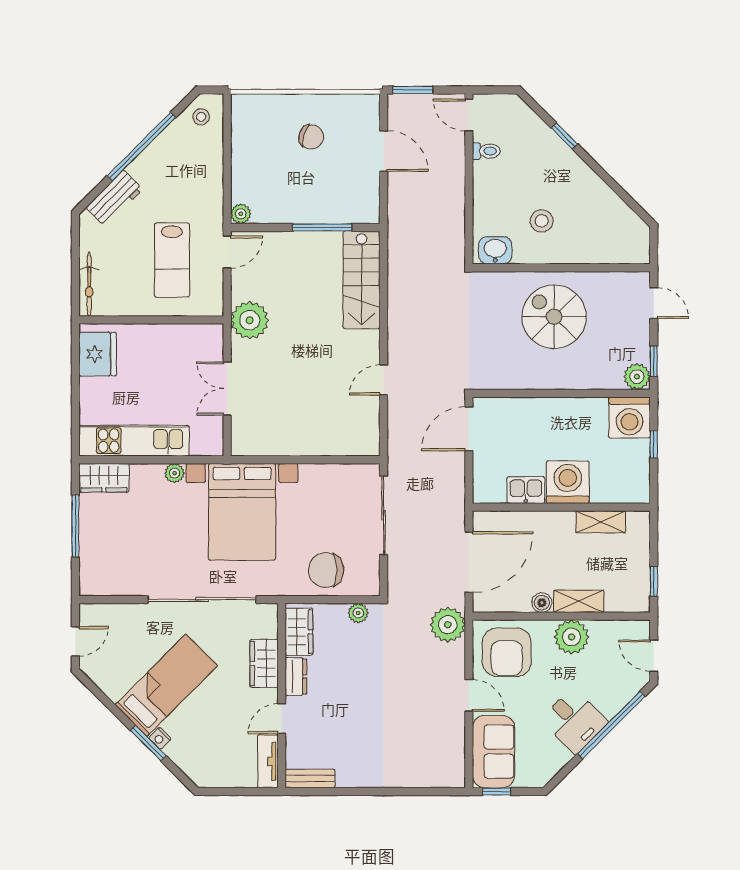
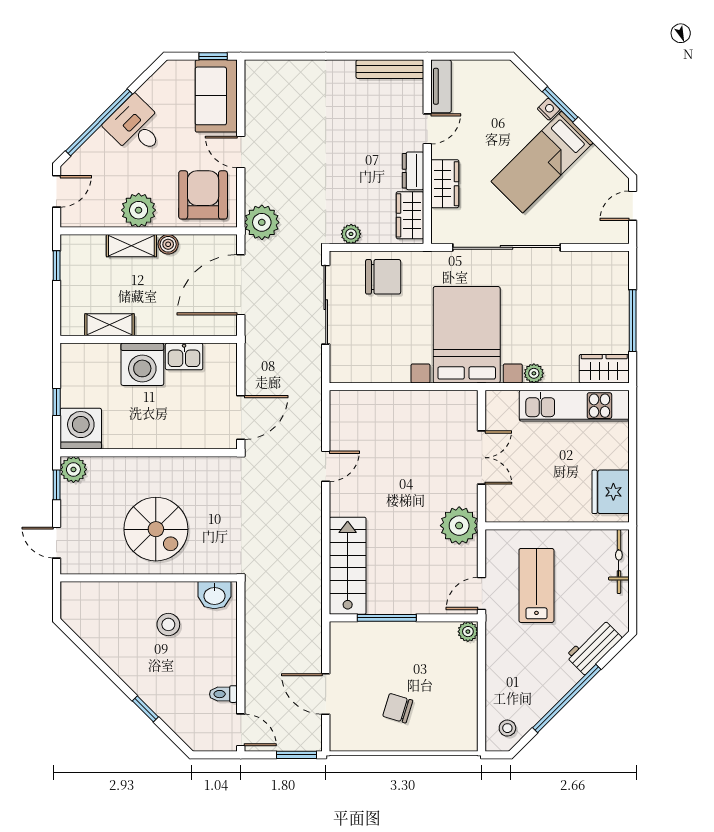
sliding door: (384, 515) -> (326, 305), moved
door: (654, 656) -> (57, 191), hinge flipped
bench: (310, 779) -> (390, 69), width x1.36

